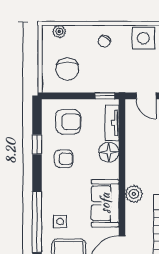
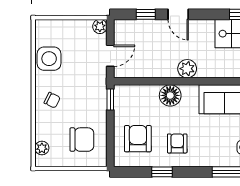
tv unit: (112, 123) -> (139, 92), removed
plant: (134, 194) -> (187, 69), moved

